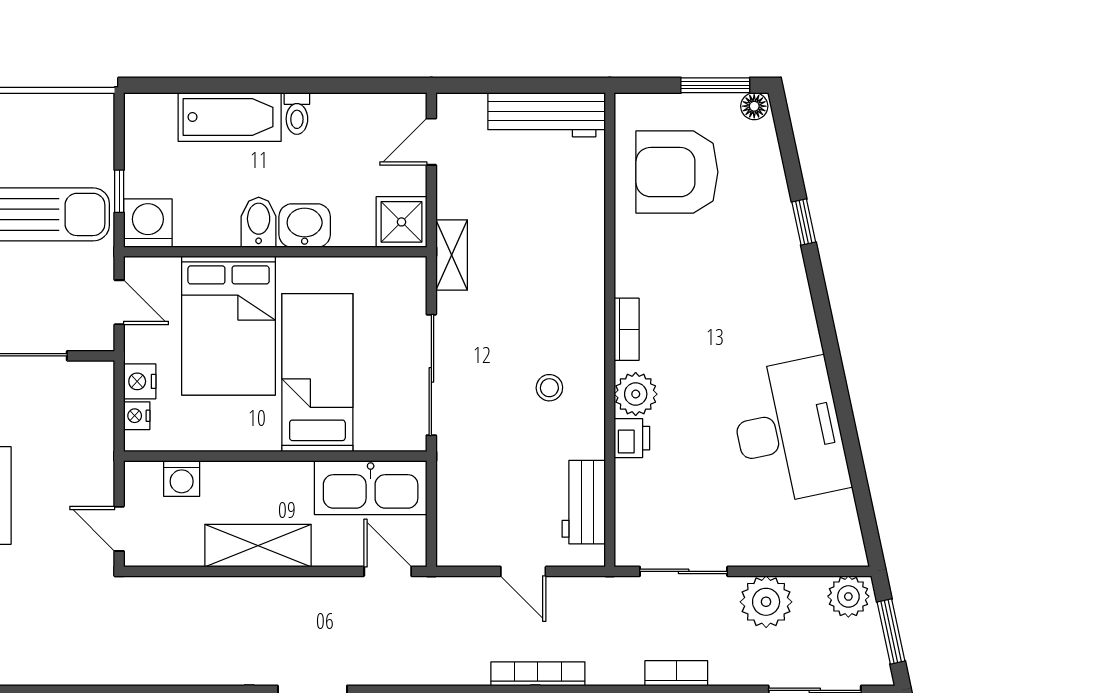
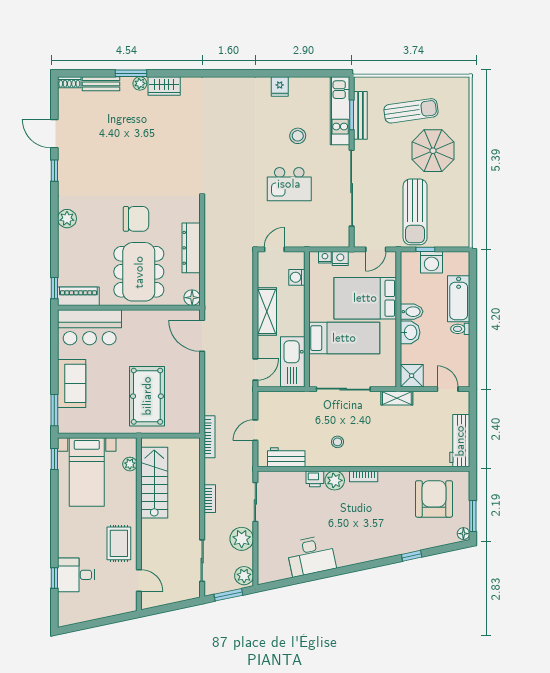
washing machine: (148, 223) -> (431, 262), moved, turned 90
desk: (789, 431) -> (311, 556), width x0.73, depth x0.77

